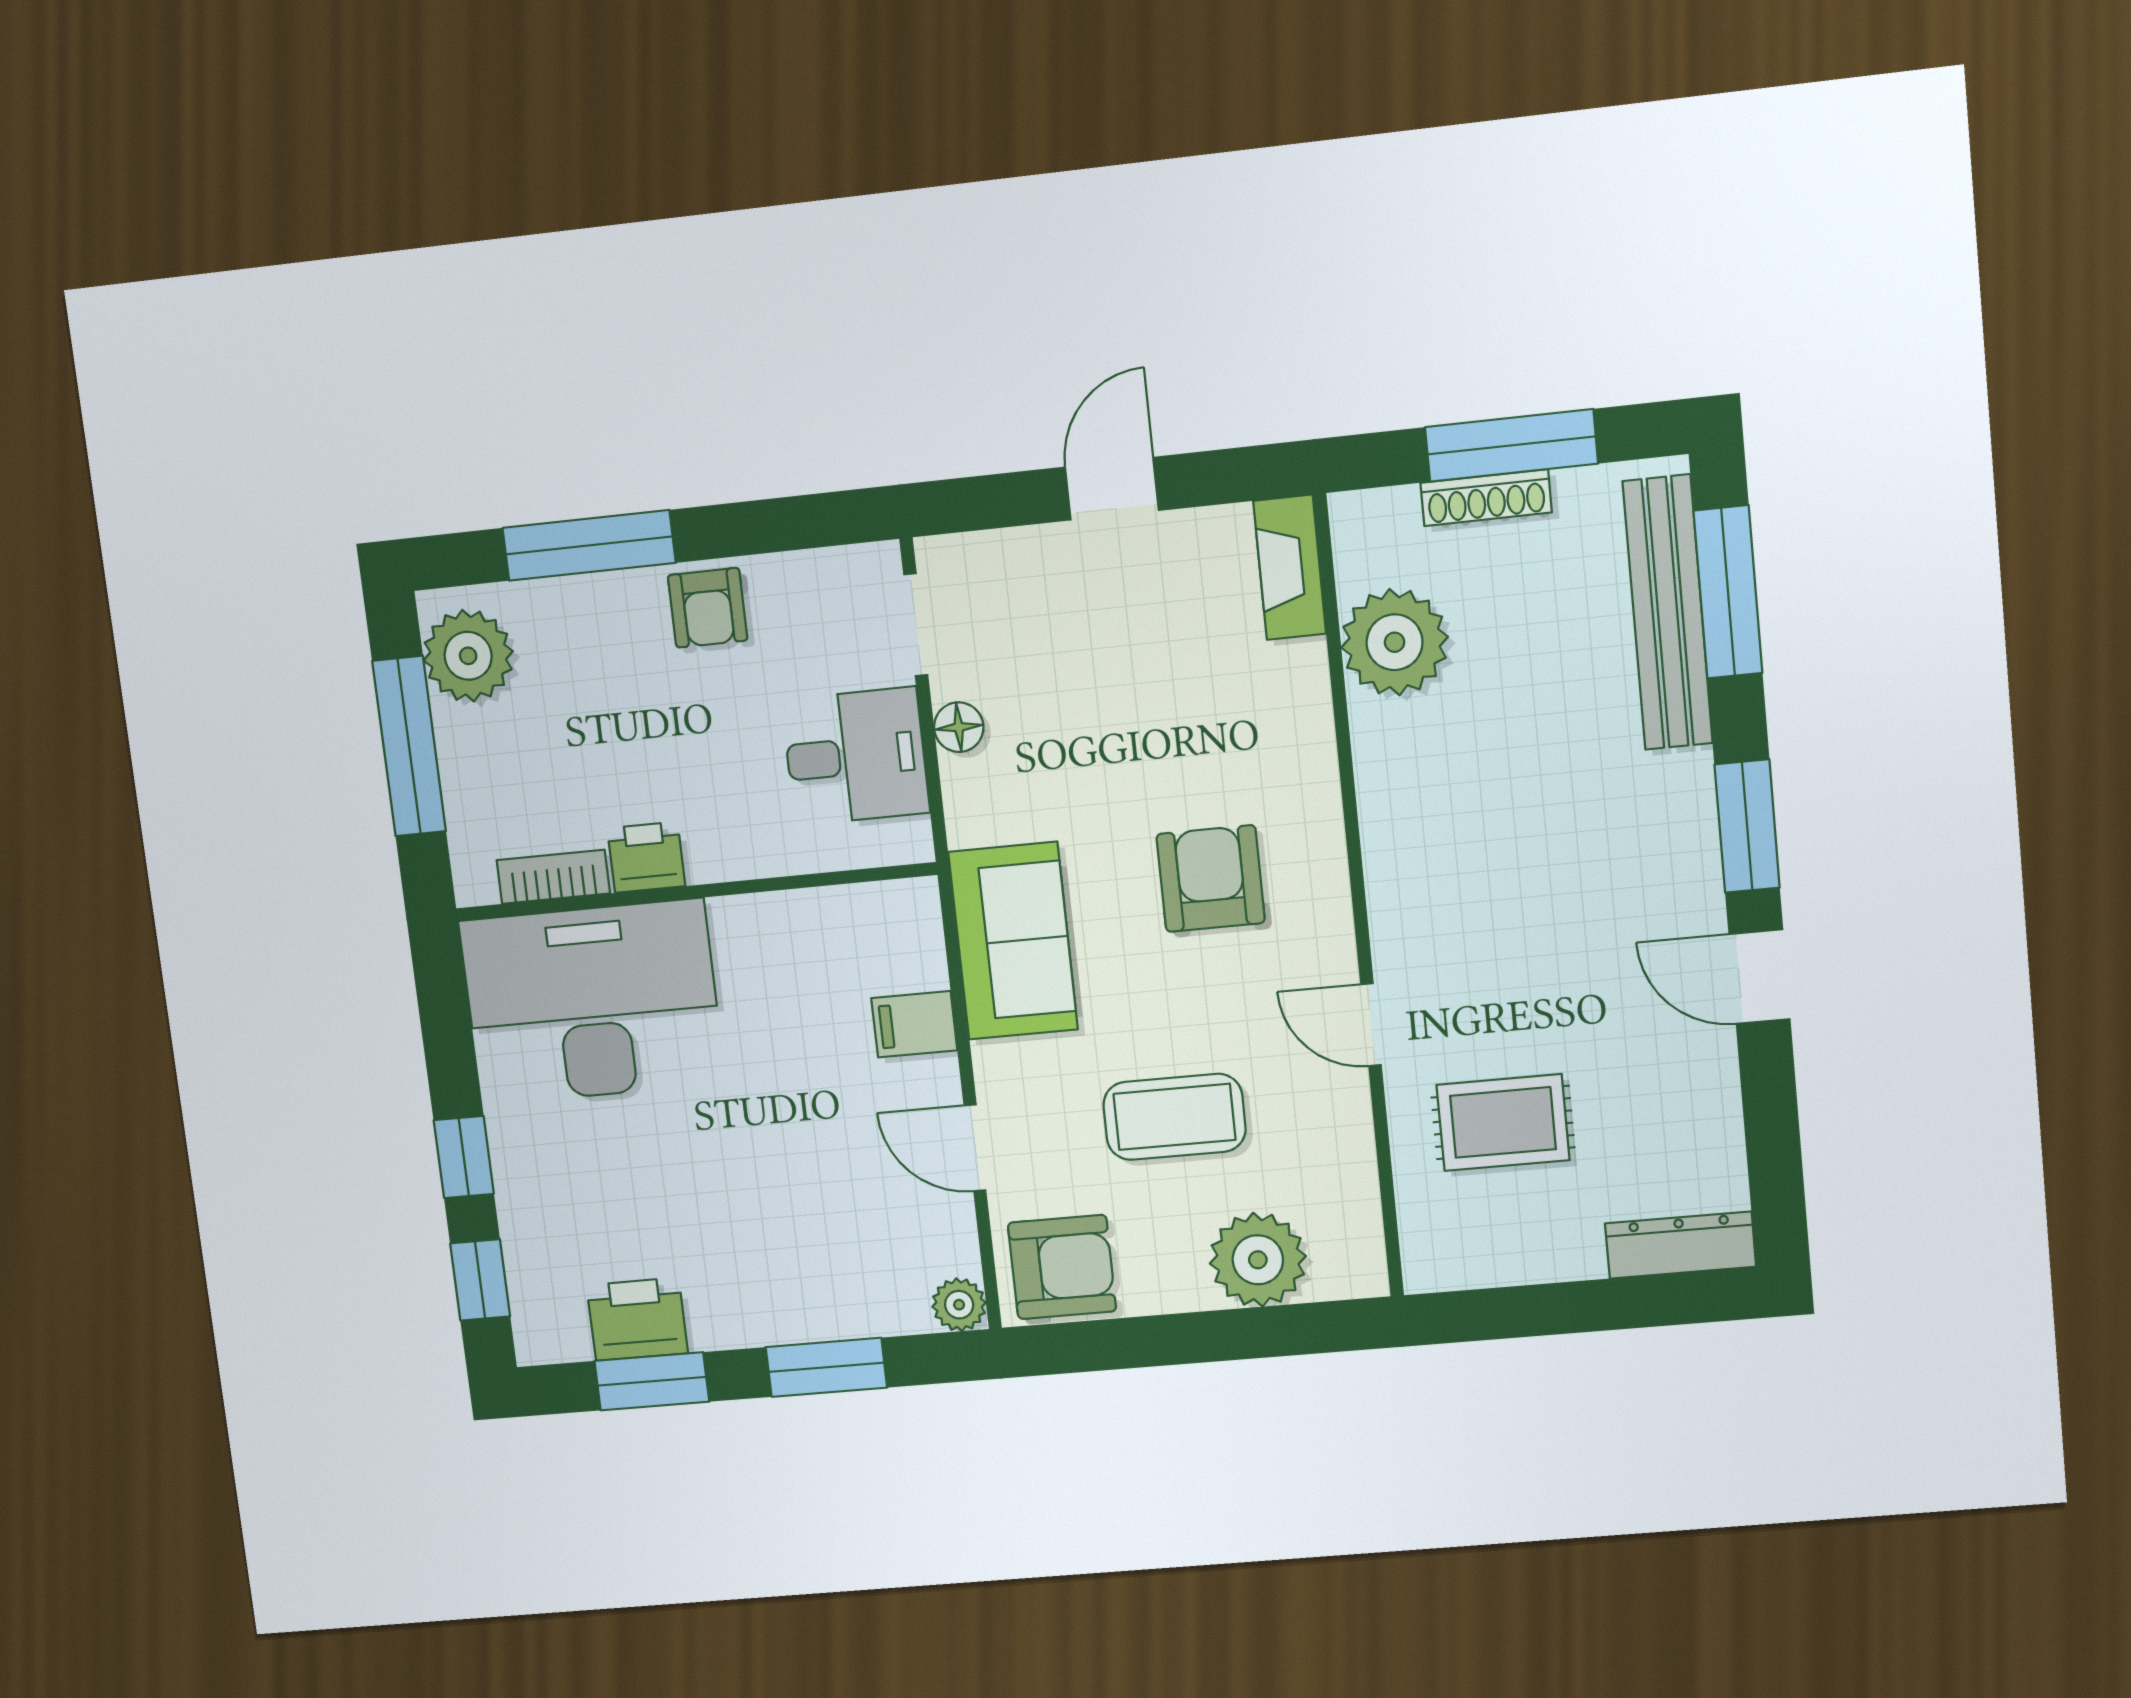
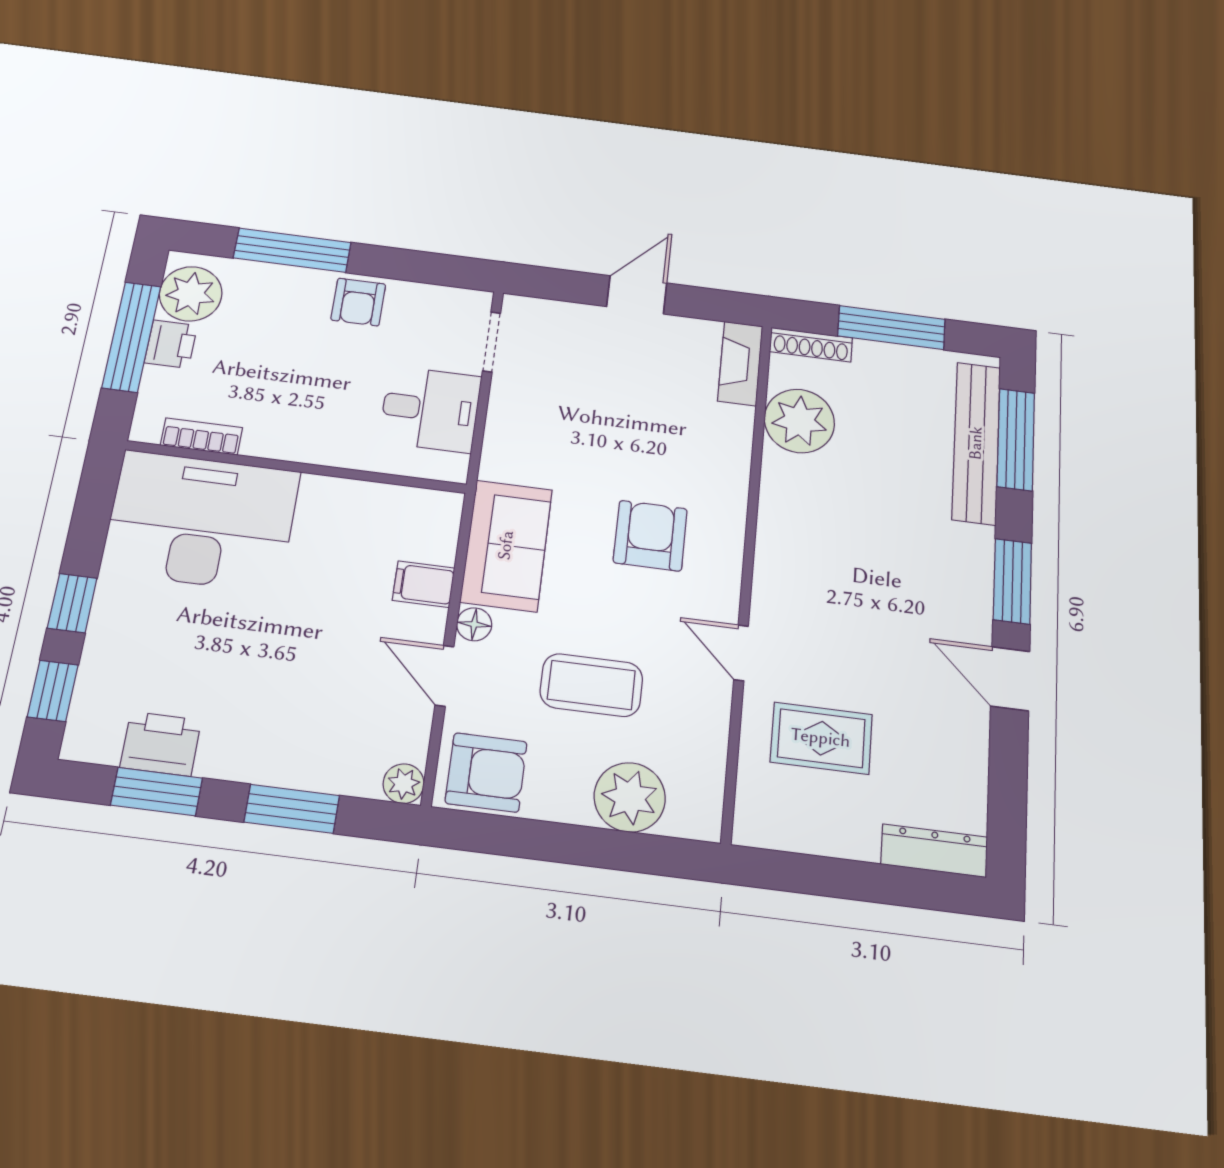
shoe rack: (1486, 498) -> (811, 345), moved
floor lamp: (959, 727) -> (474, 624), moved
printer: (646, 857) -> (171, 344), moved, turned 90

